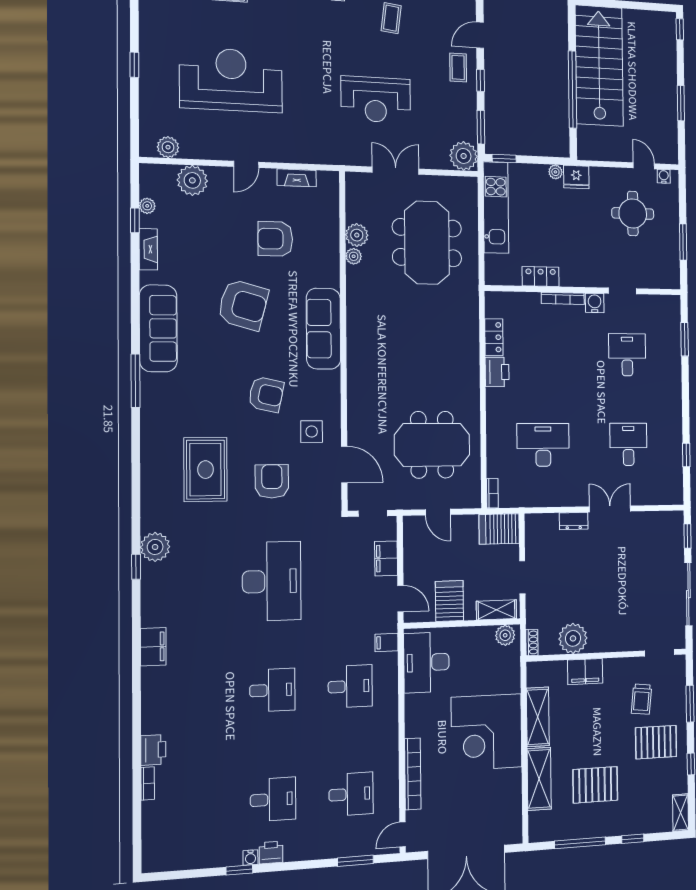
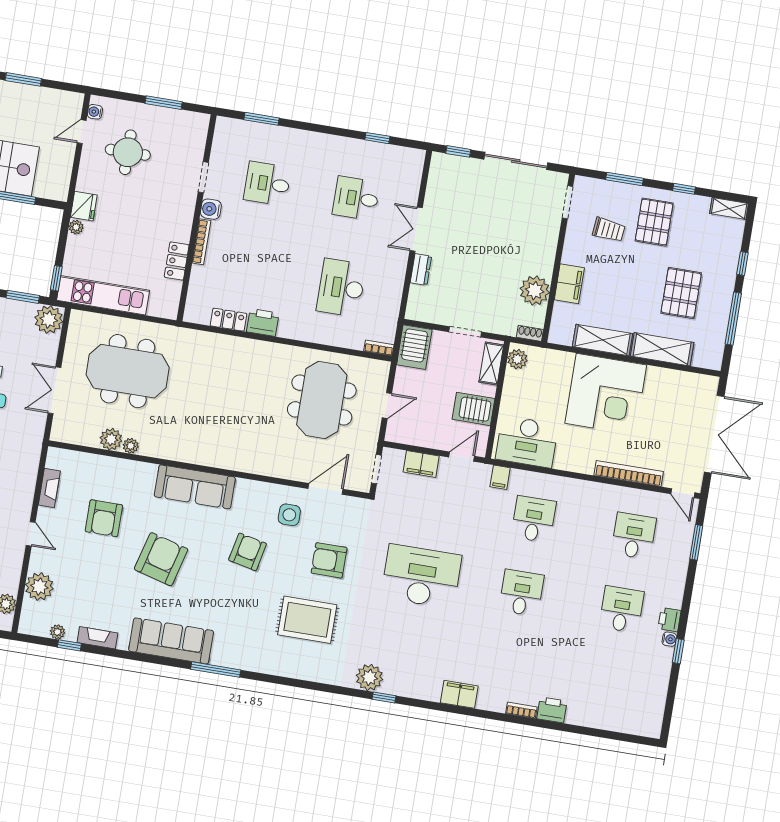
bookcase: (148, 783) -> (521, 710), moved

